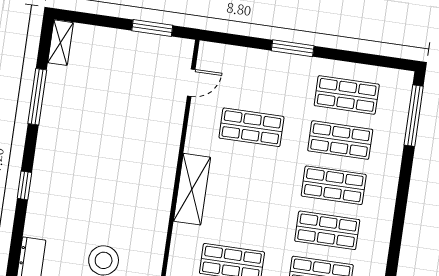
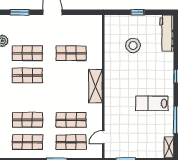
lab bench: (82, 137) -> (152, 103), added
shop shelf: (334, 185) -> (71, 142), moved

